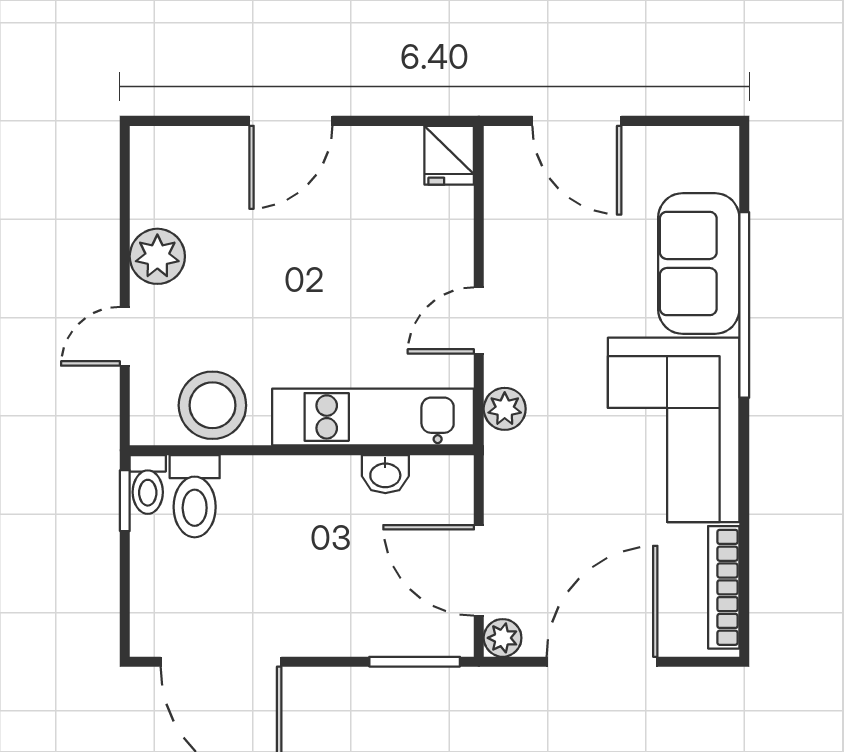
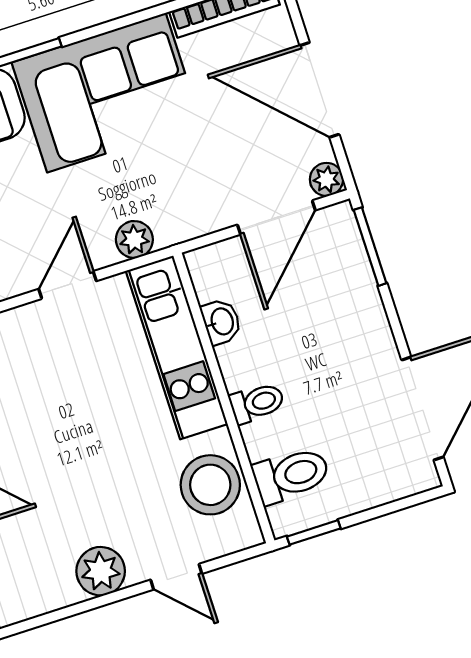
door: (479, 321) -> (67, 285), swing flipped
toilet: (148, 485) -> (257, 403), moved

